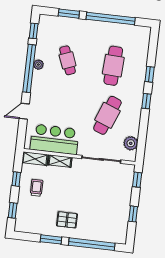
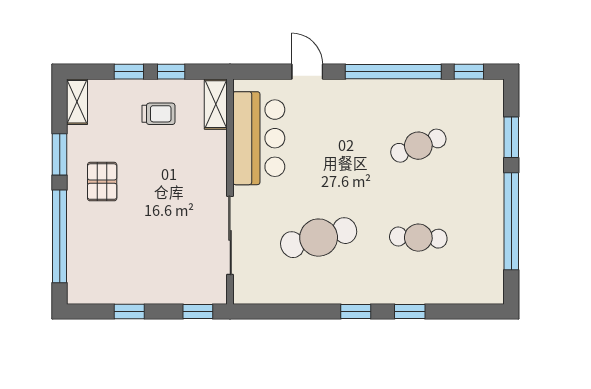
plant: (38, 65) -> (403, 89), removed
cafe table: (113, 66) -> (418, 238), width x0.73, depth x0.74
cafe table: (107, 115) -> (319, 238), turned -36
plant: (131, 143) -> (269, 290), removed
shelving: (60, 161) -> (77, 102), moved
window: (13, 210) -> (129, 72), moved

